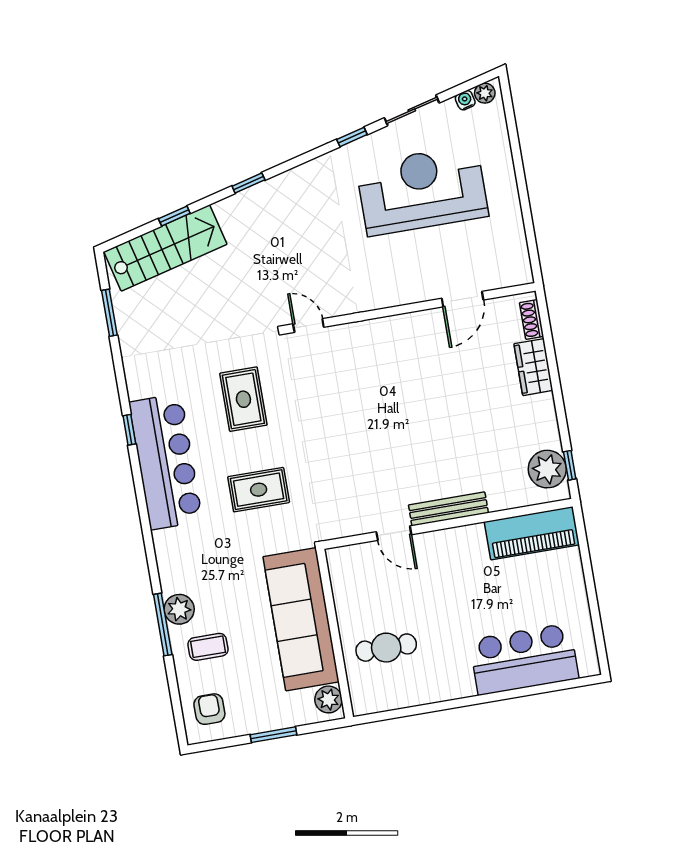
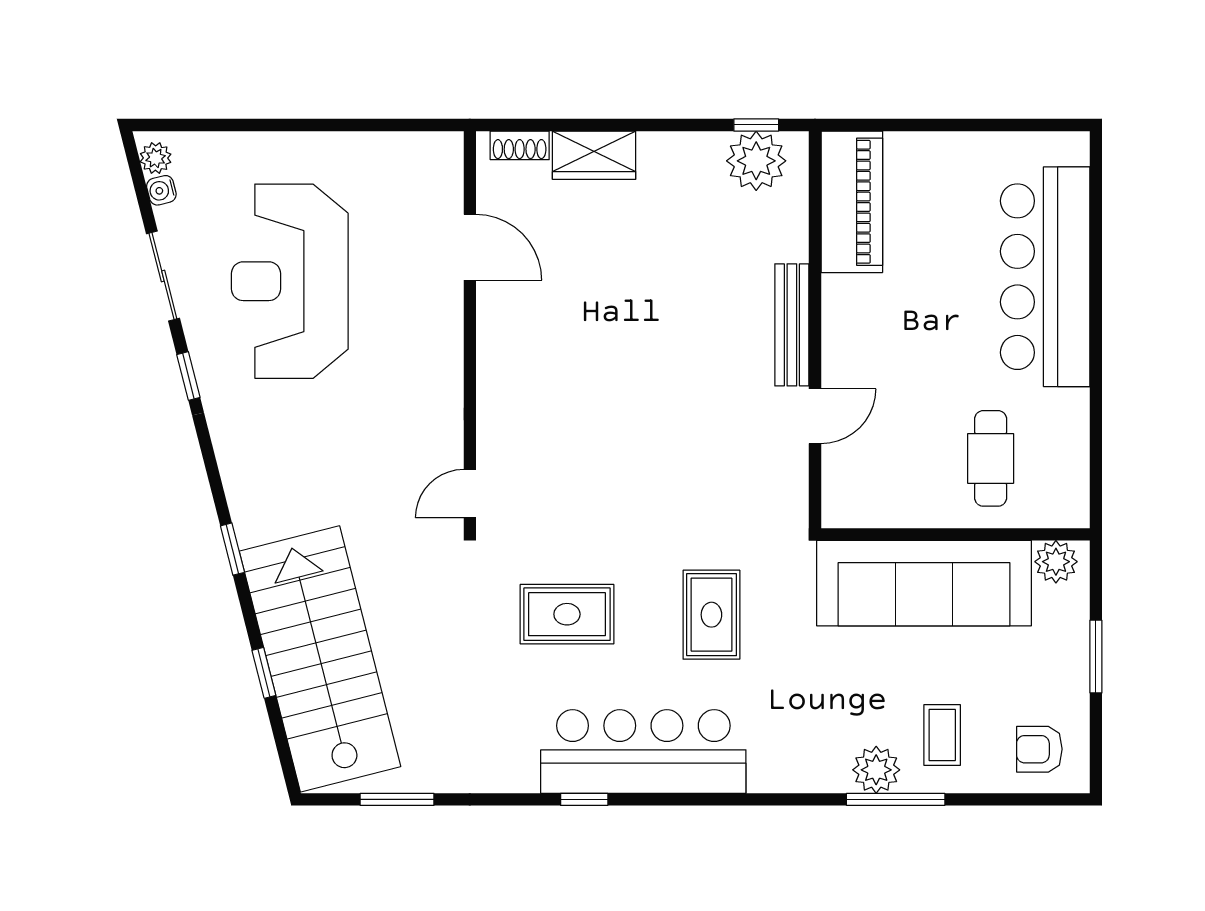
stairs: (165, 248) -> (320, 659), width x1.36, depth x1.51
bar counter: (524, 659) -> (1045, 277), width x1.36

